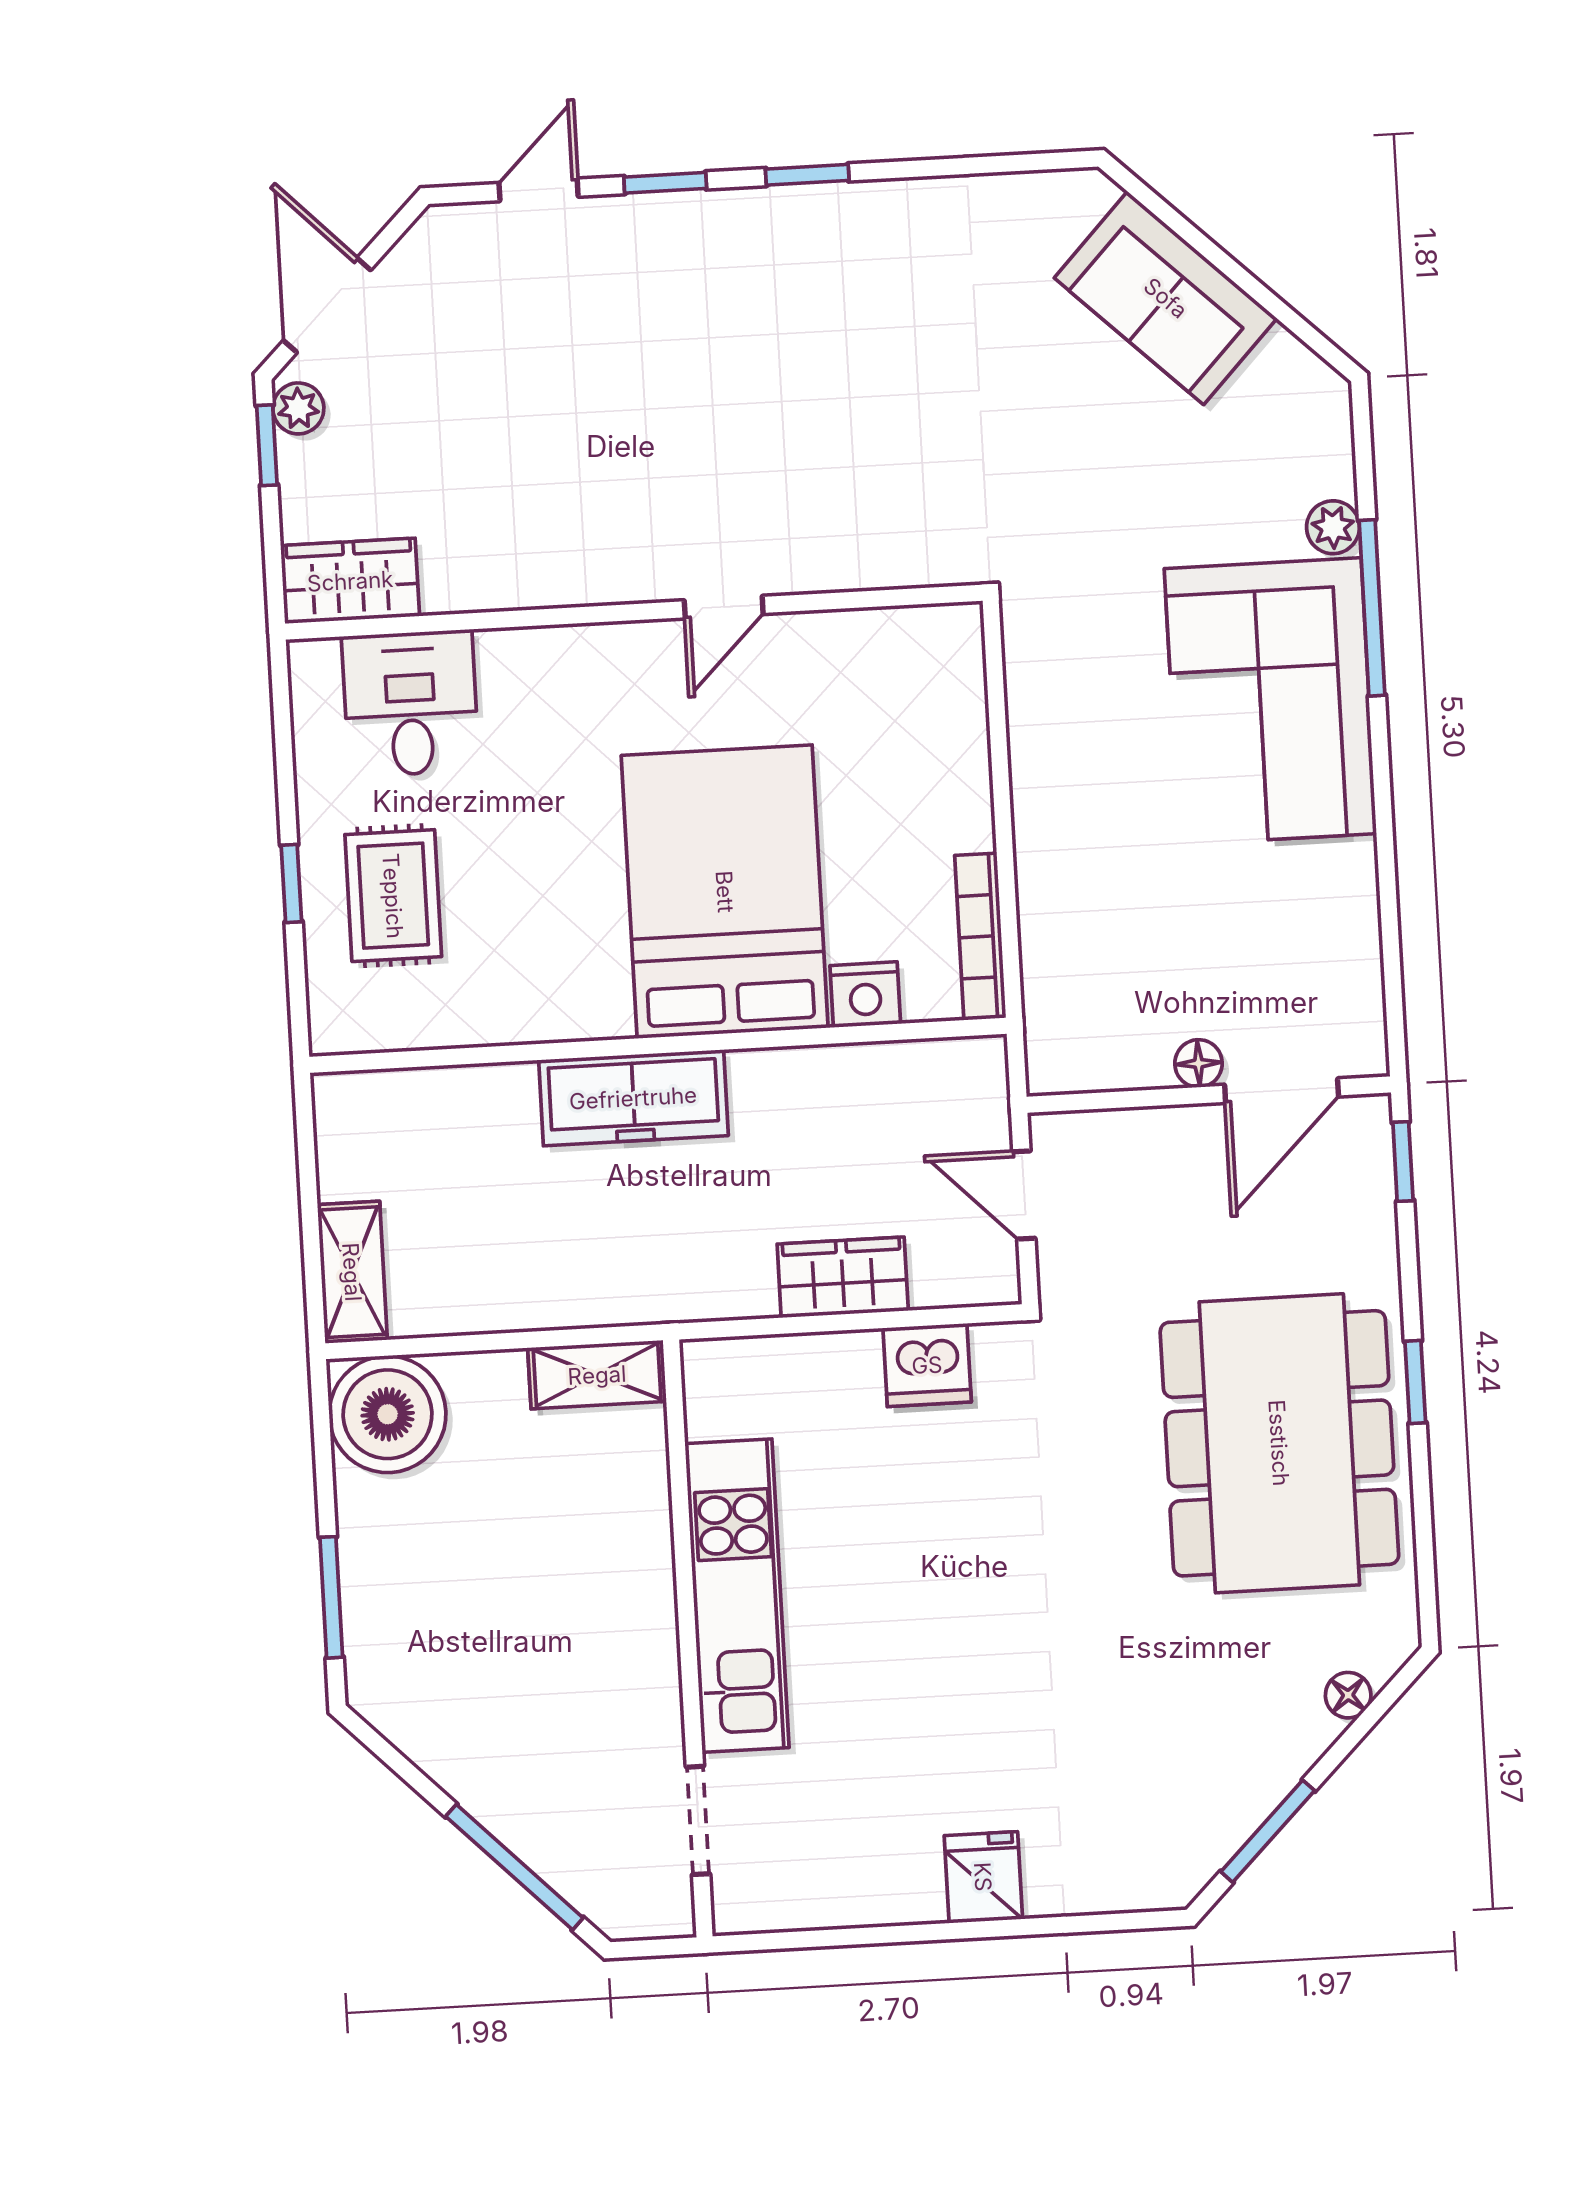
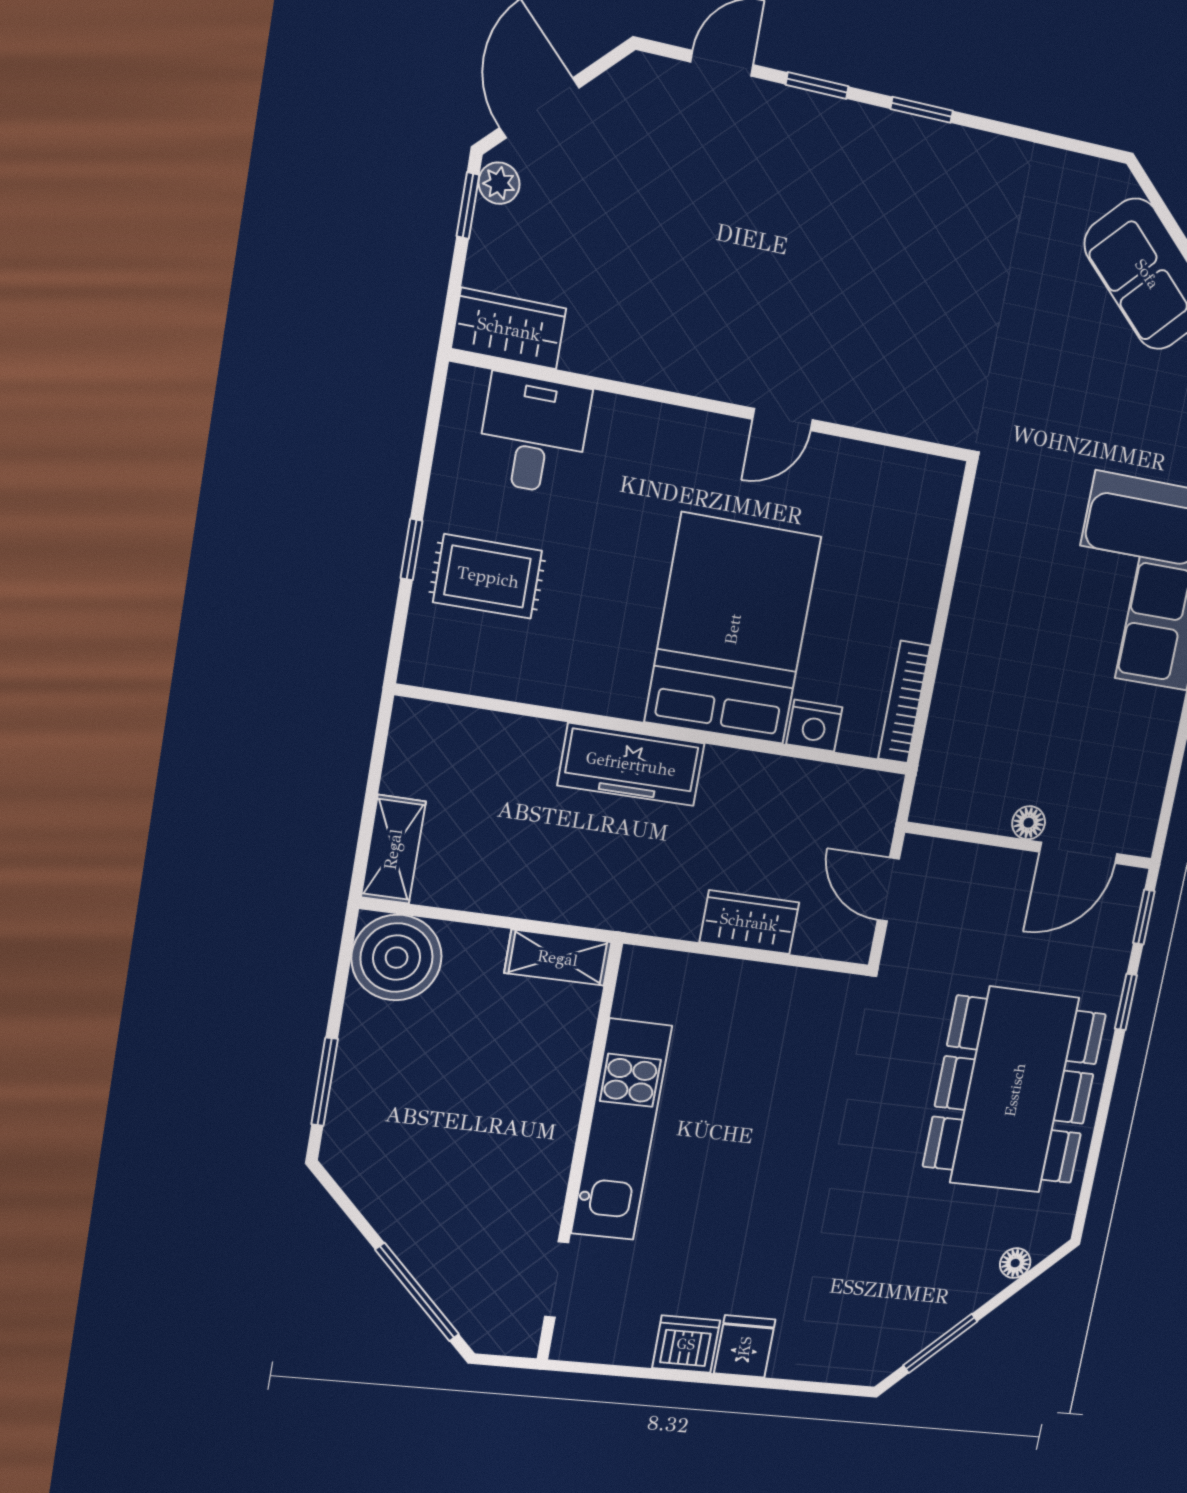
rug: (393, 896) -> (488, 577), turned 90
dishwasher: (927, 1365) -> (686, 1344), moved, turned 180
window: (1415, 1382) -> (1126, 1002), moved

